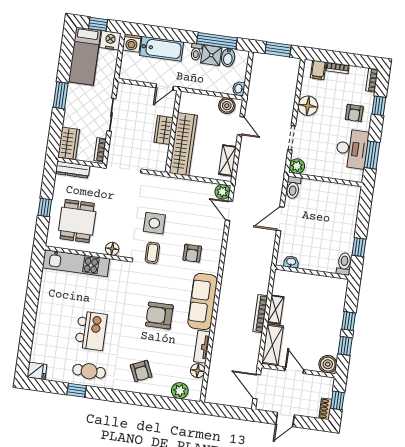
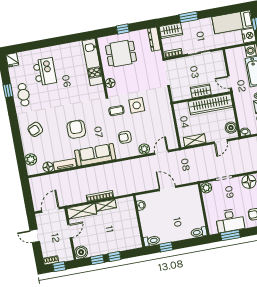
window: (61, 95) -> (189, 17), moved
wardrobe: (183, 144) -> (211, 104), moved
toilet: (293, 188) -> (199, 232), moved
plant: (222, 192) -> (144, 149), moved
kitchen island: (91, 331) -> (45, 72), moved, turned -90

